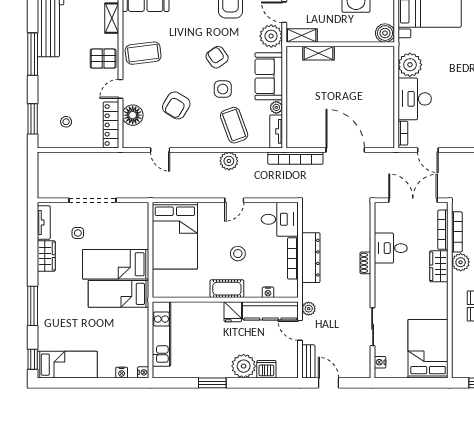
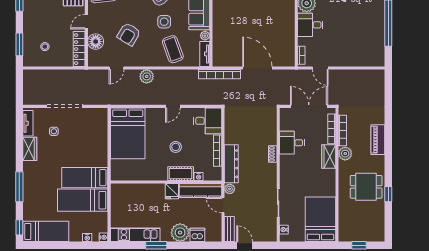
desk: (415, 99) -> (310, 25), width x0.73
door: (160, 150) -> (117, 68), hinge flipped
plant: (229, 161) -> (147, 76), moved
dresser: (311, 258) -> (231, 164), moved
bed: (116, 264) -> (83, 200), moved
cot: (227, 289) -> (181, 174), moved
kitchen unit: (161, 334) -> (135, 235), moved, turned -90

